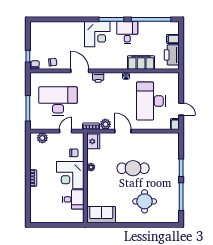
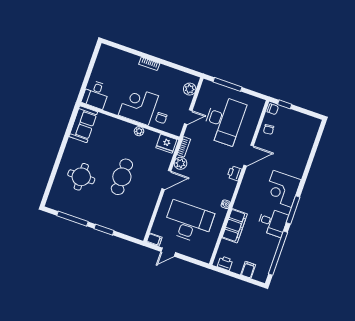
printer: (172, 55) -> (225, 263), width x0.53, depth x0.68
door: (66, 131) -> (188, 117), hinge flipped
desk: (73, 199) -> (96, 94), moved

